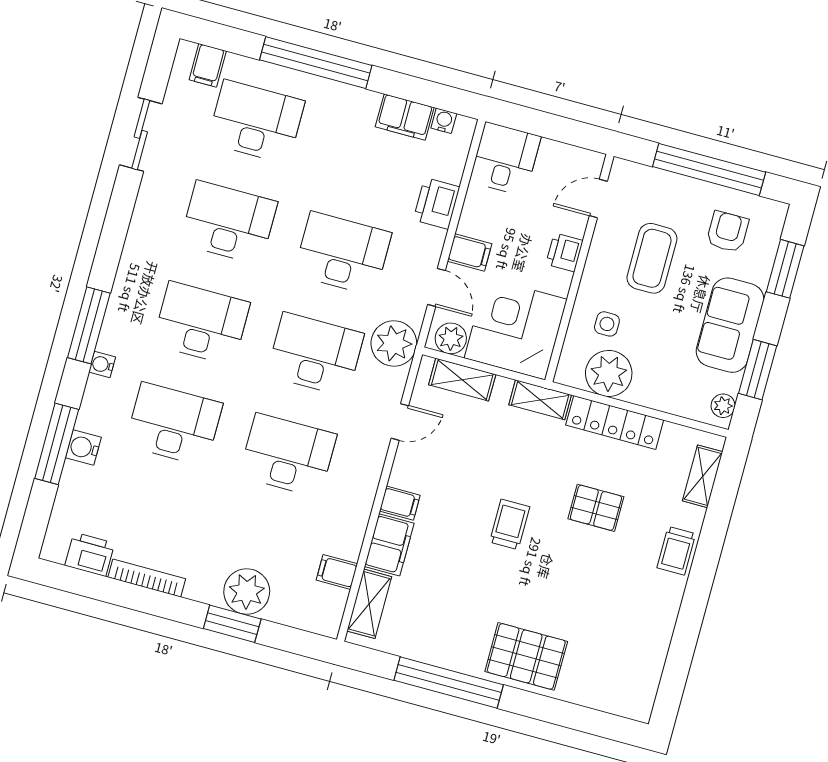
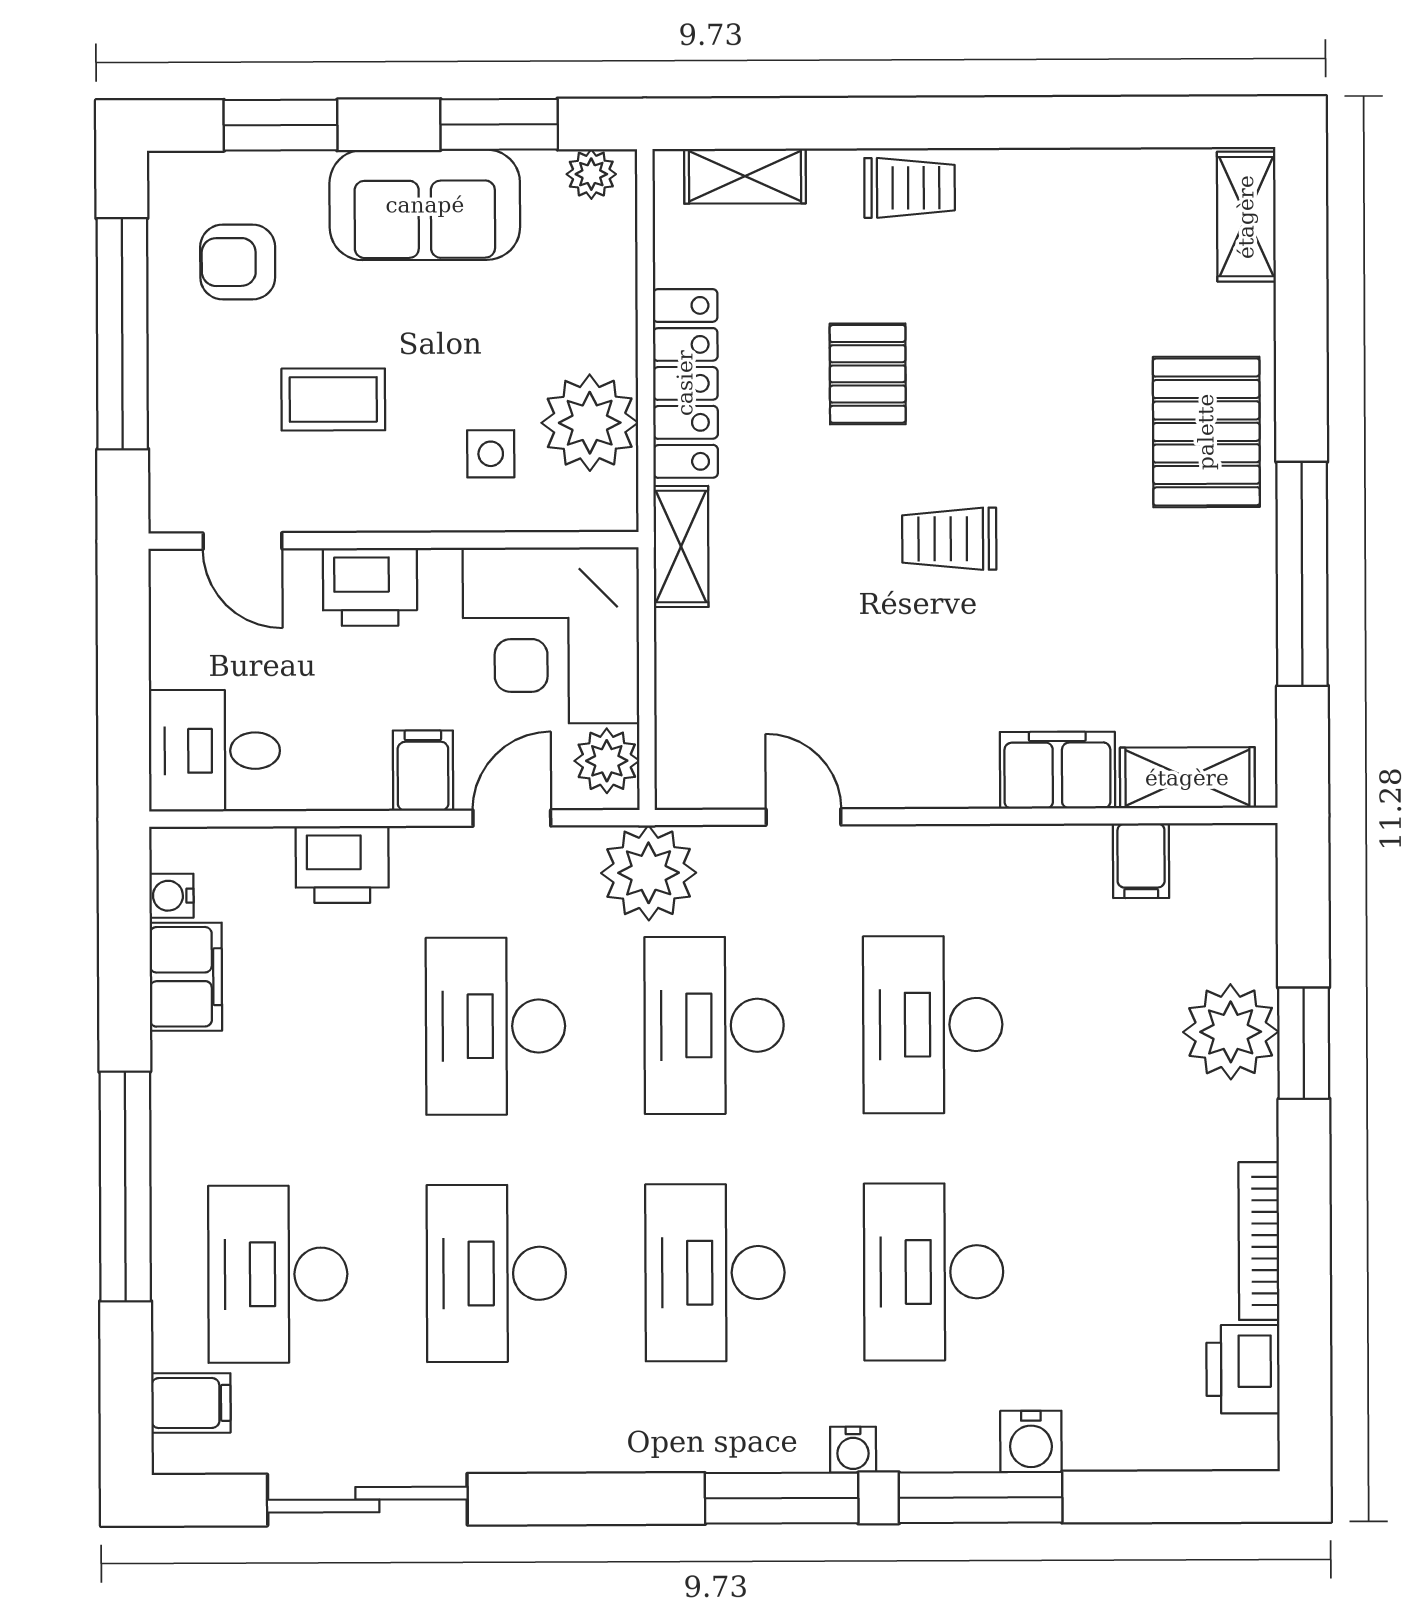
sliding door: (141, 134) -> (367, 1500), width x1.37
printer: (564, 252) -> (370, 587), width x1.36, depth x1.24
coffee table: (652, 258) -> (333, 399), width x0.73, depth x0.77
shelving: (462, 380) -> (1246, 217), moved
window: (57, 444) -> (981, 1497), moved
filing cabinet: (400, 503) -> (967, 772), removed

